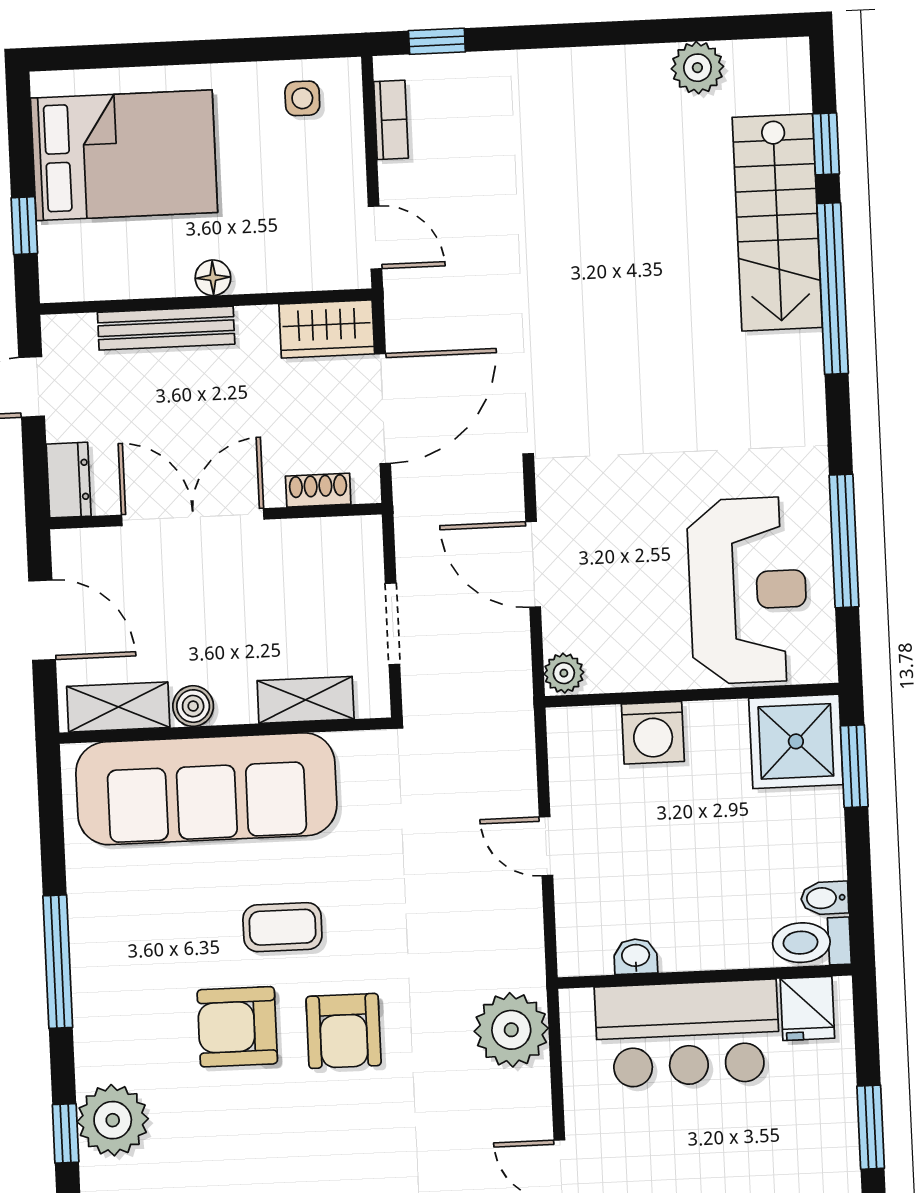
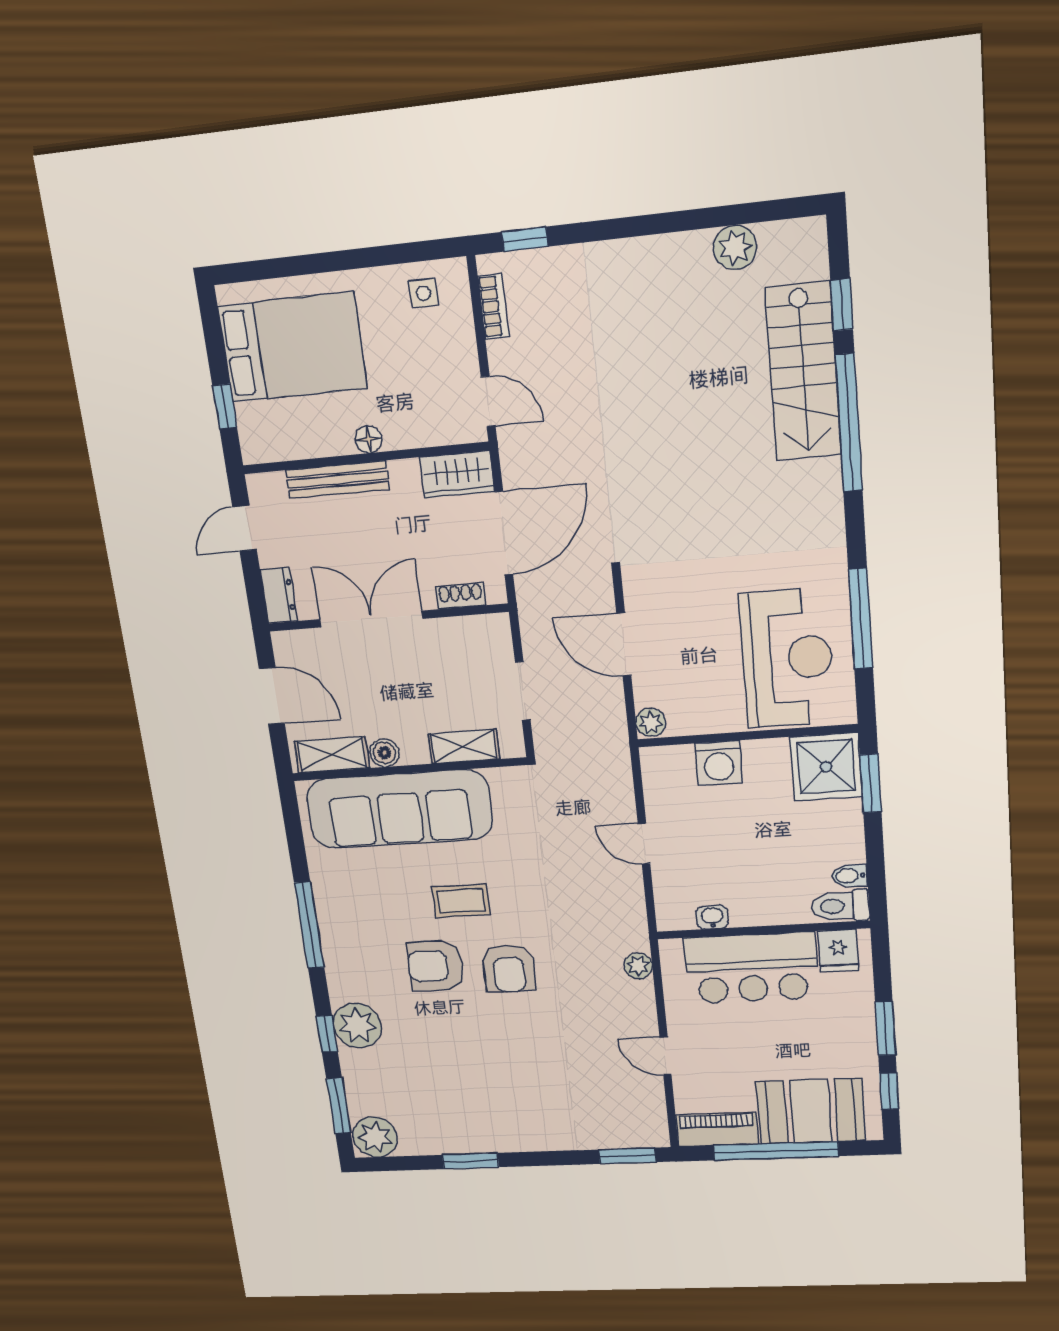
plant: (511, 1030) -> (638, 966), width x0.53, depth x0.53

